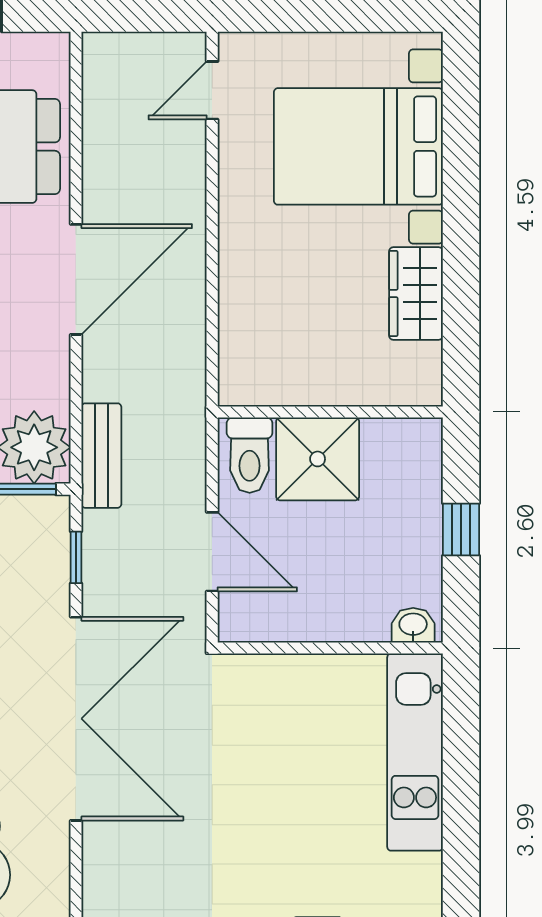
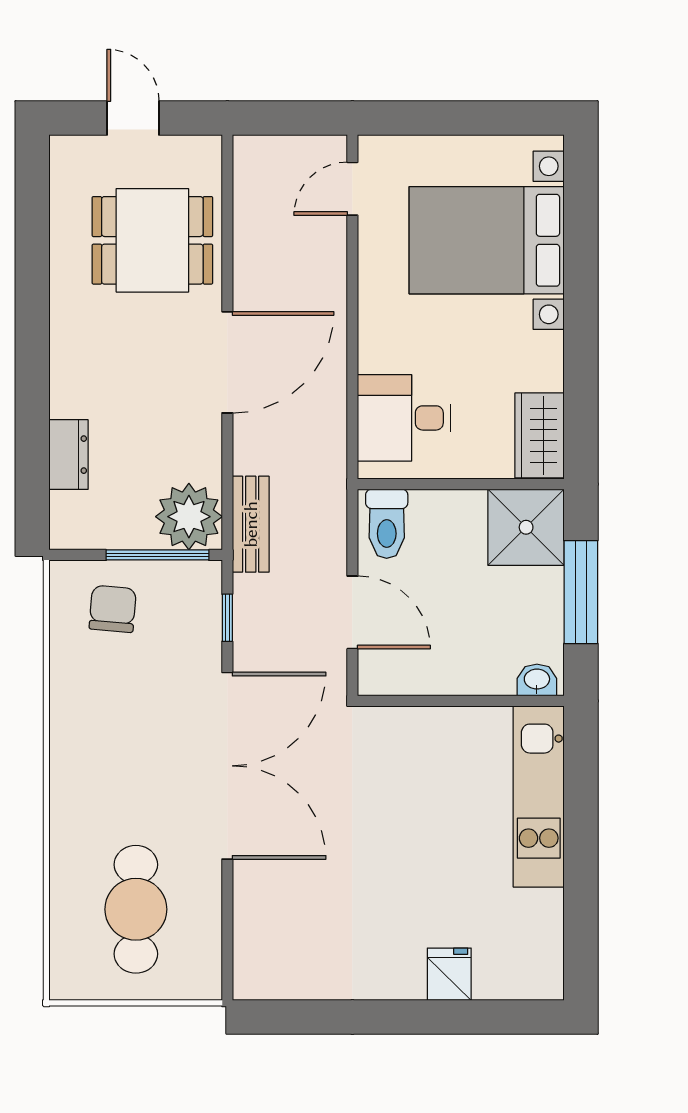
wardrobe: (416, 293) -> (540, 435), moved
desk: (268, 340) -> (404, 418), added
shower: (318, 459) -> (526, 527), moved
window: (461, 530) -> (581, 592), width x2.17

